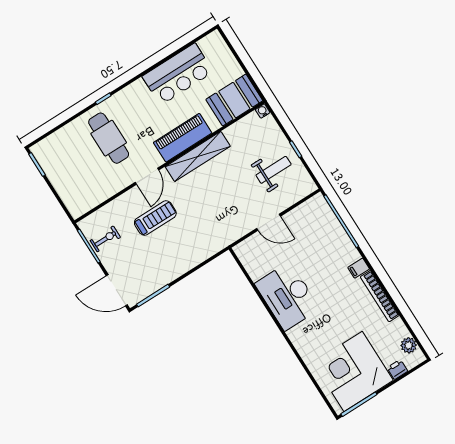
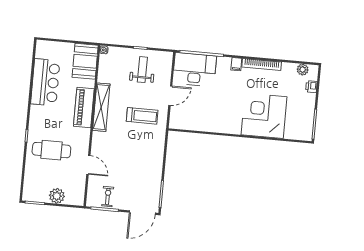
door: (147, 176) -> (88, 165), moved
plant: (63, 183) -> (57, 196), added
treadmill: (155, 218) -> (142, 116), moved, turned 90
desk: (287, 296) -> (195, 69), moved, turned 180
corner desk: (353, 371) -> (264, 116), moved, turned 90

